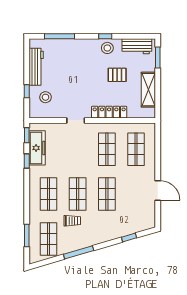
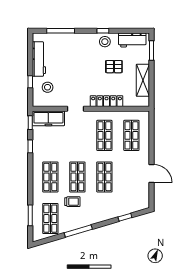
freezer: (37, 148) -> (48, 118), moved, turned 90

